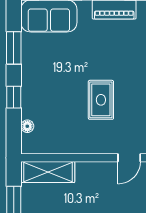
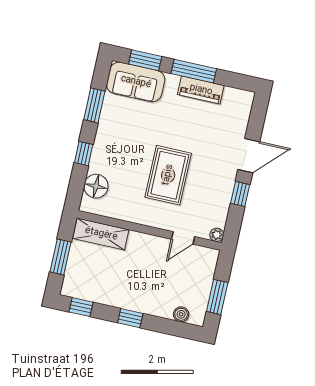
rug: (101, 100) -> (168, 175), width x1.36, depth x1.43
floor lamp: (27, 126) -> (96, 186), width x1.89, depth x1.89

